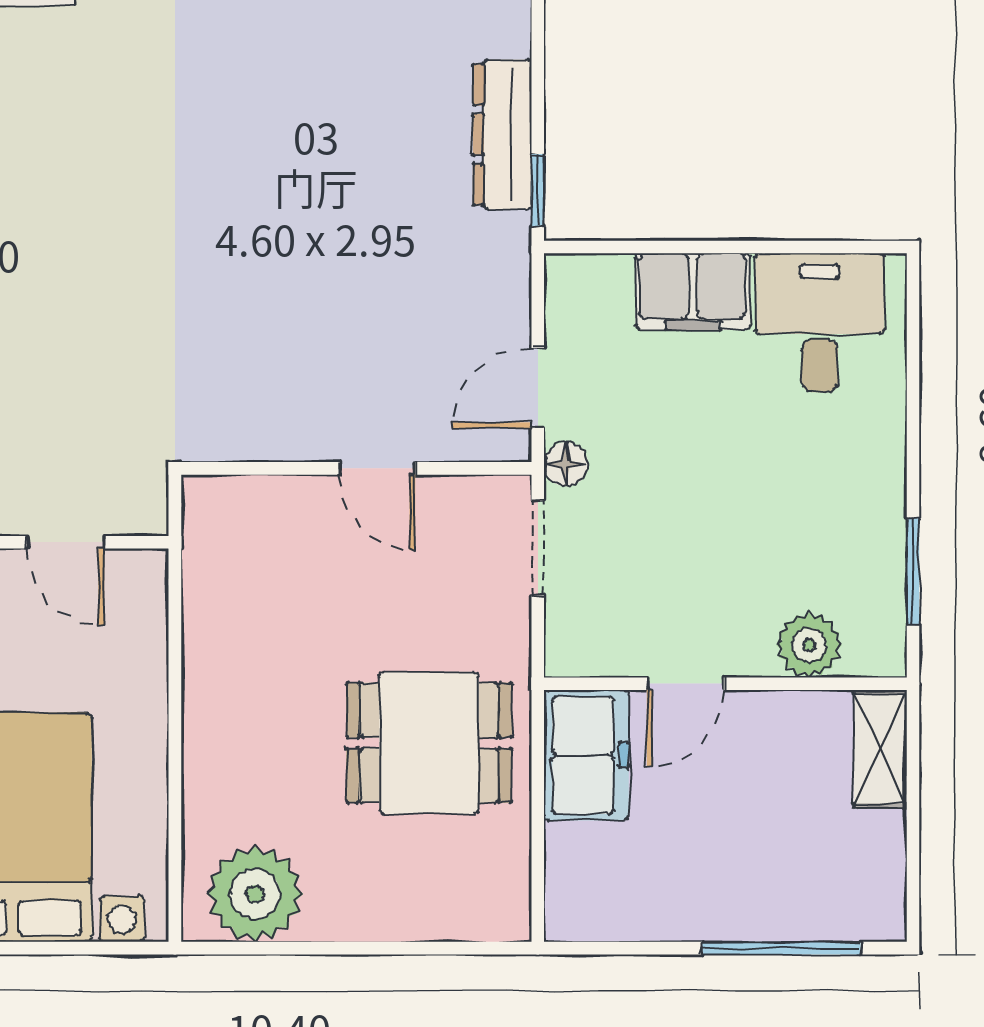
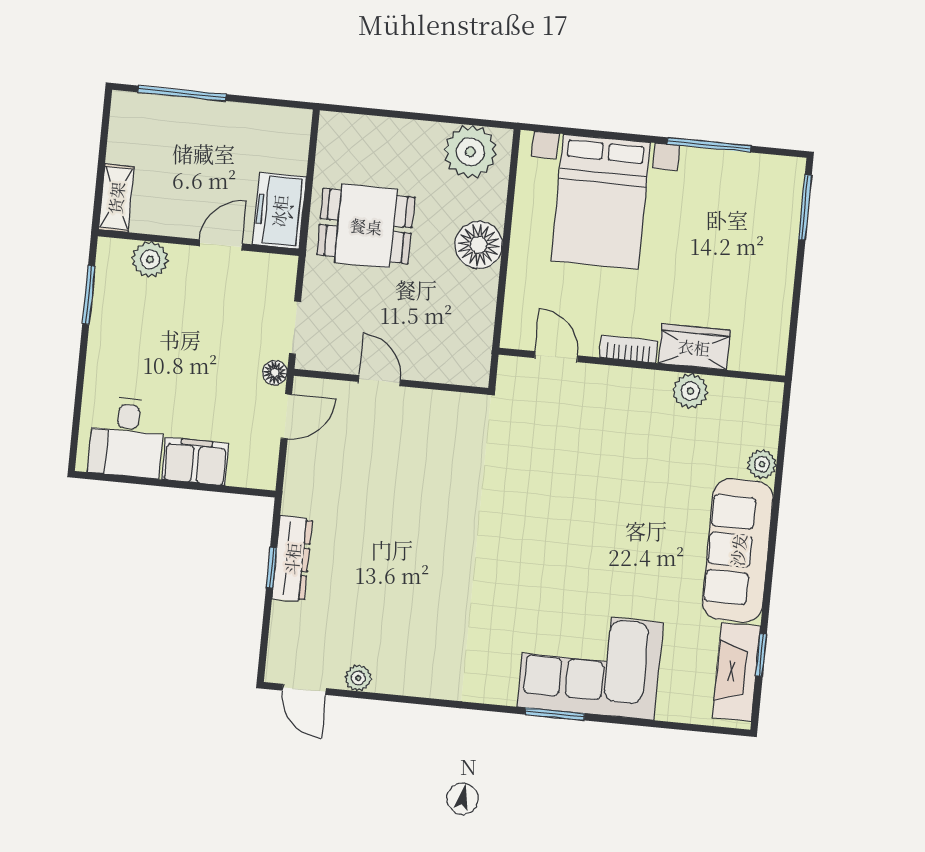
window: (538, 190) -> (271, 568), moved
floor lamp: (224, 729) -> (479, 245), added

